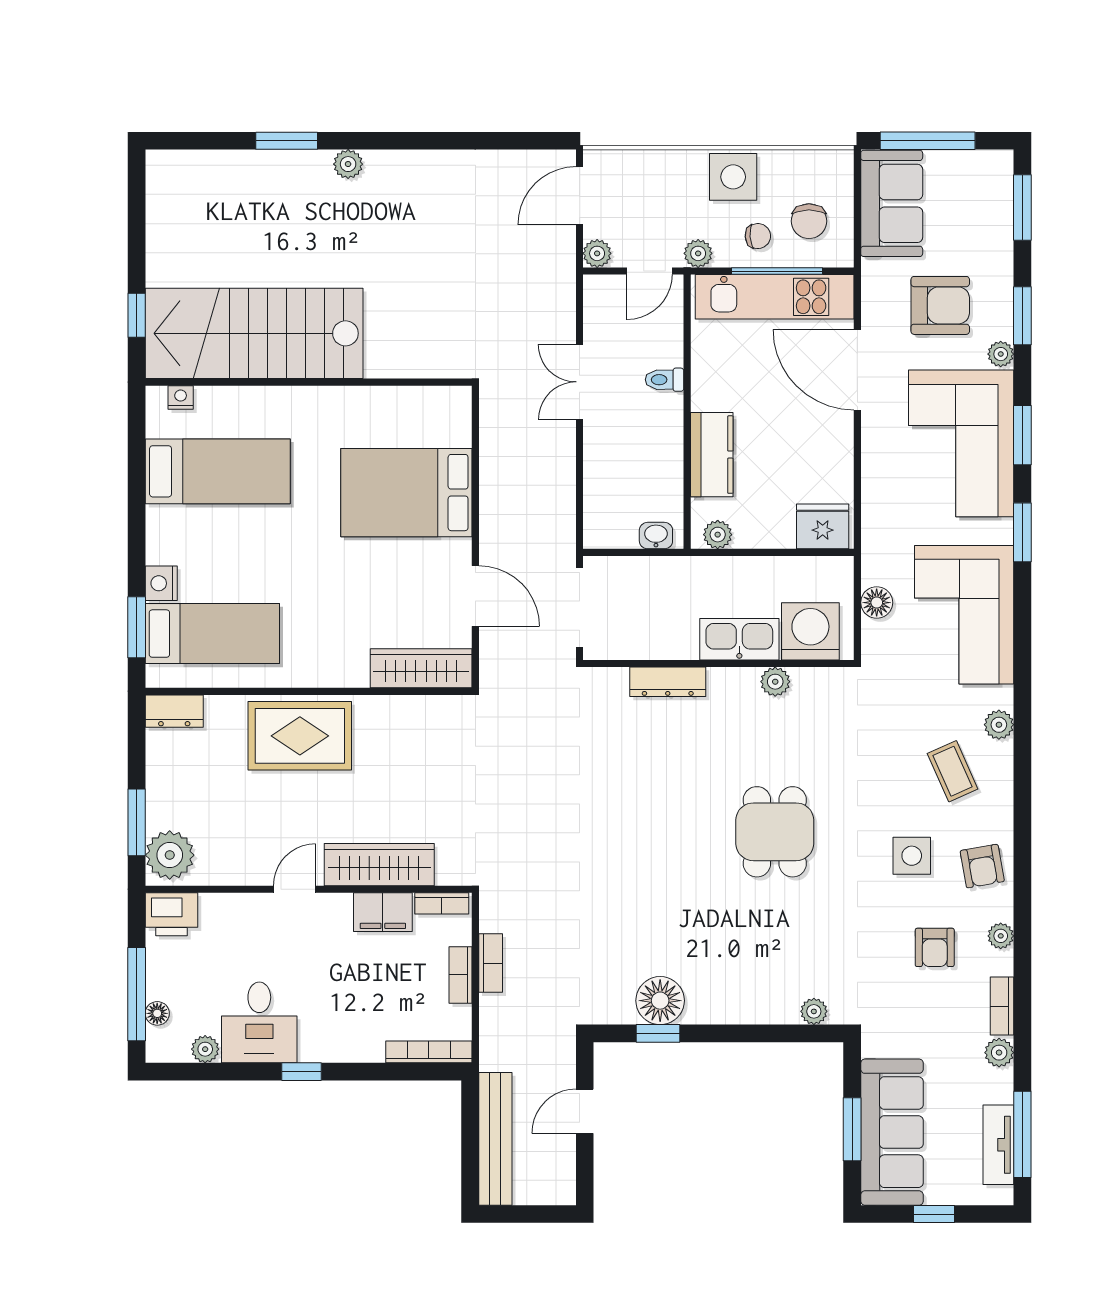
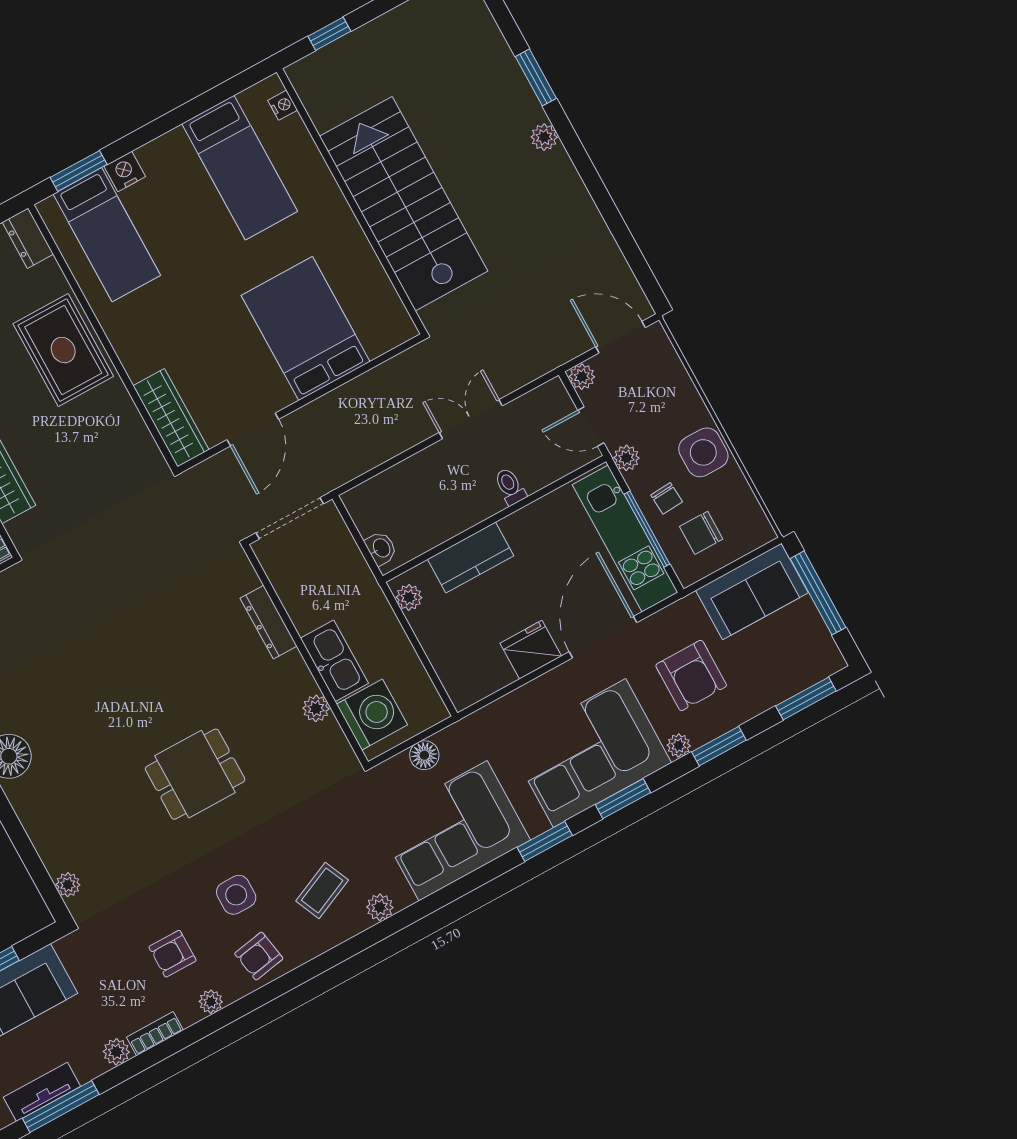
stairs: (254, 333) -> (404, 204), moved
fridge: (823, 526) -> (531, 650), moved, turned -90

